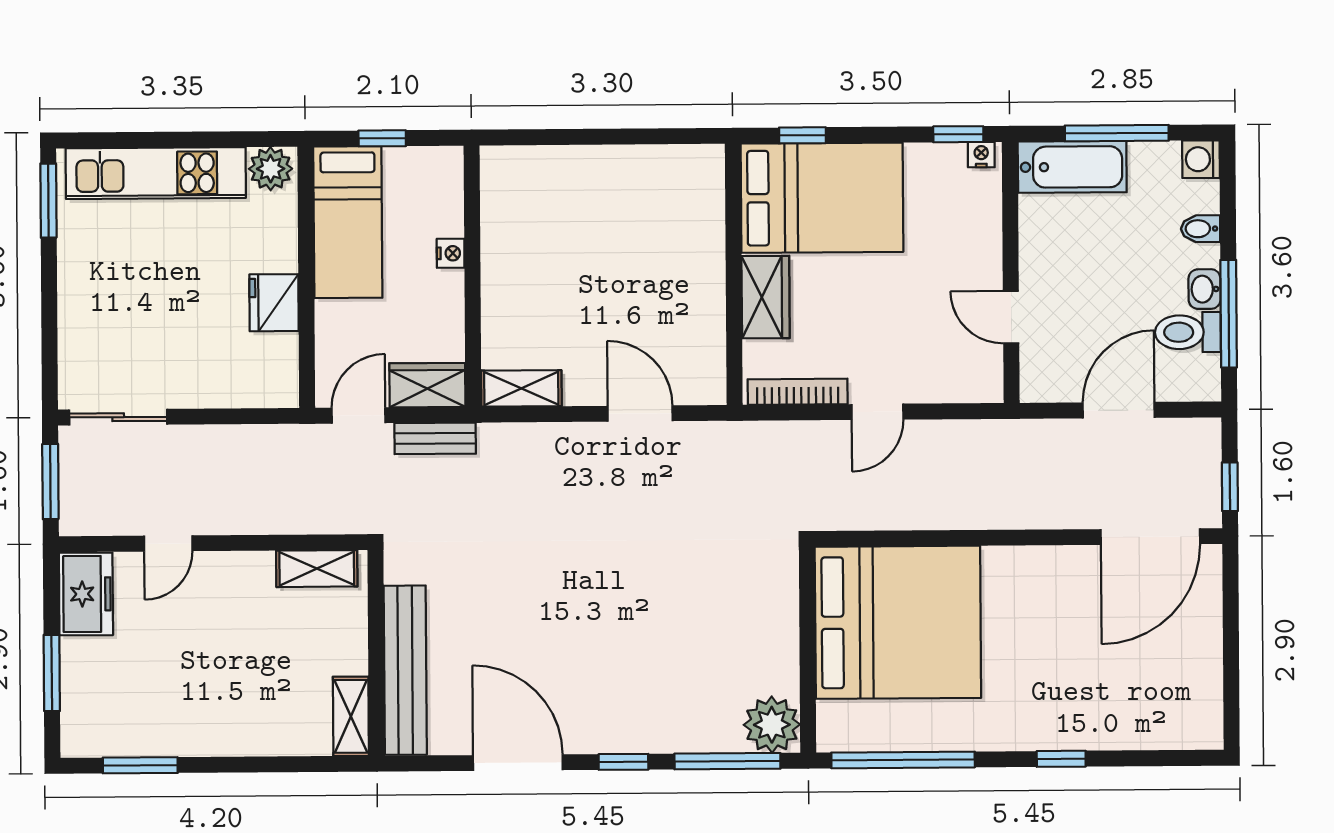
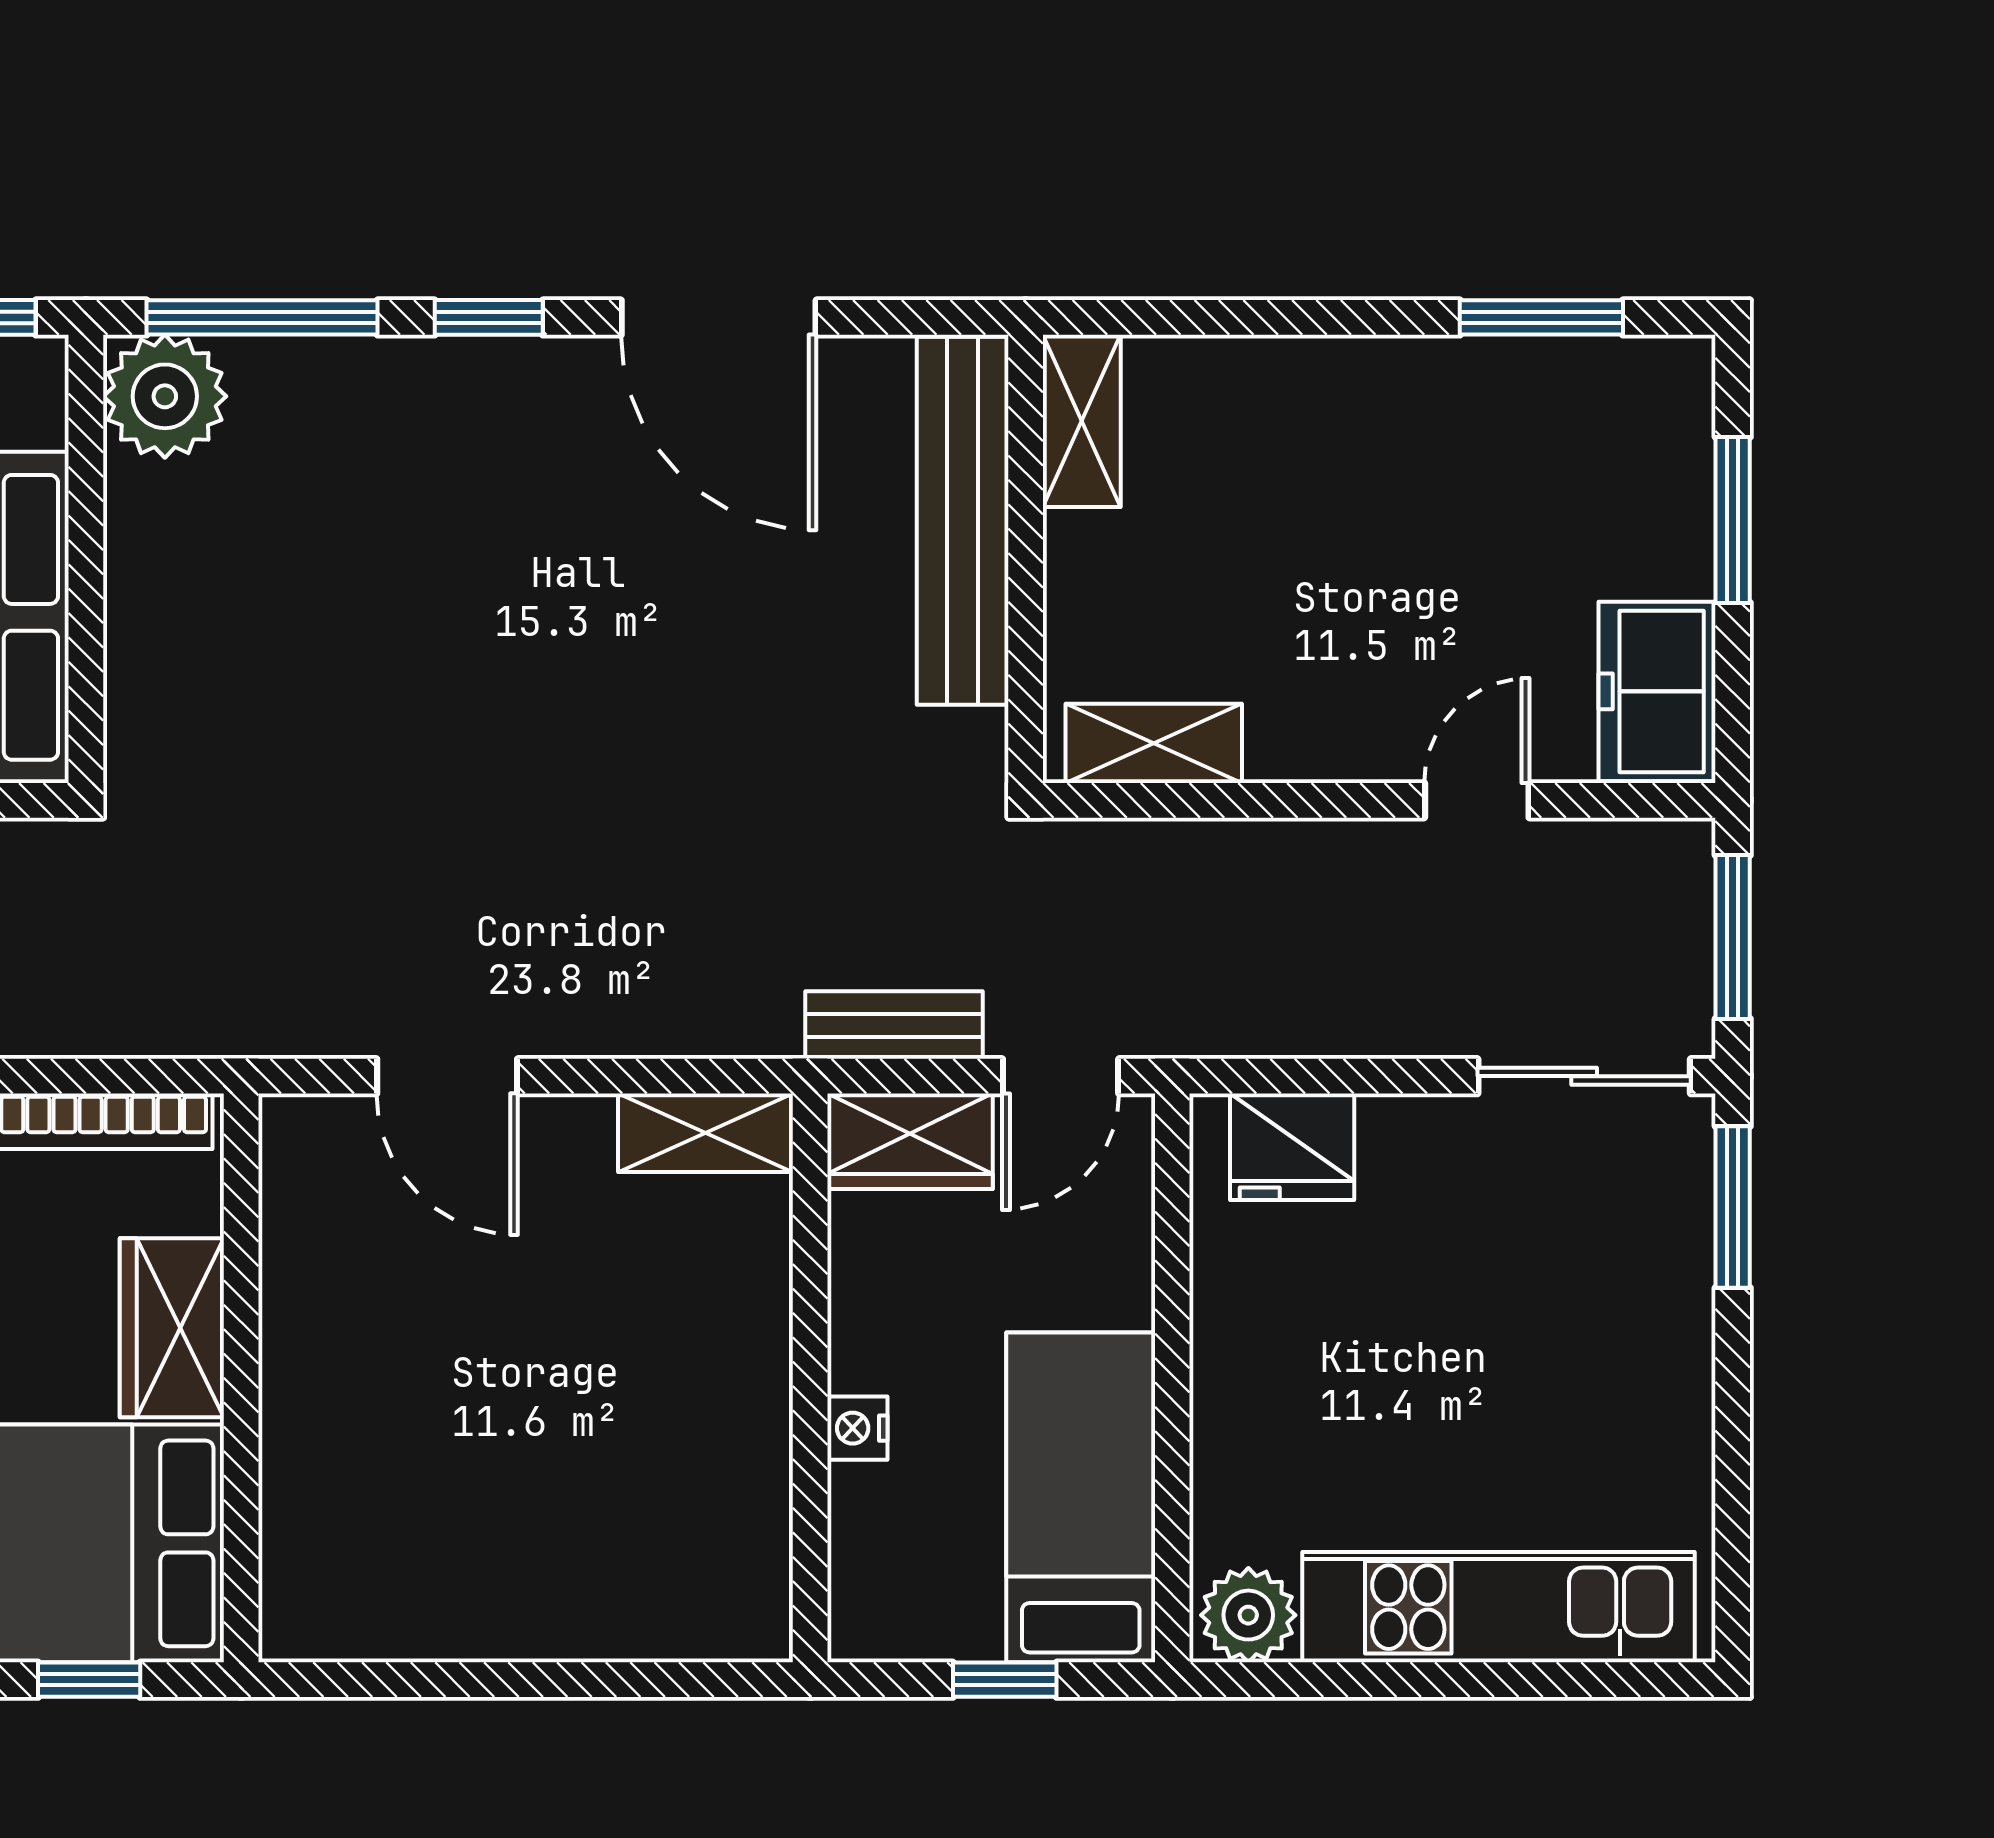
window: (48, 201) -> (1733, 1207), moved
fridge: (274, 303) -> (1292, 1147), moved, turned 90

